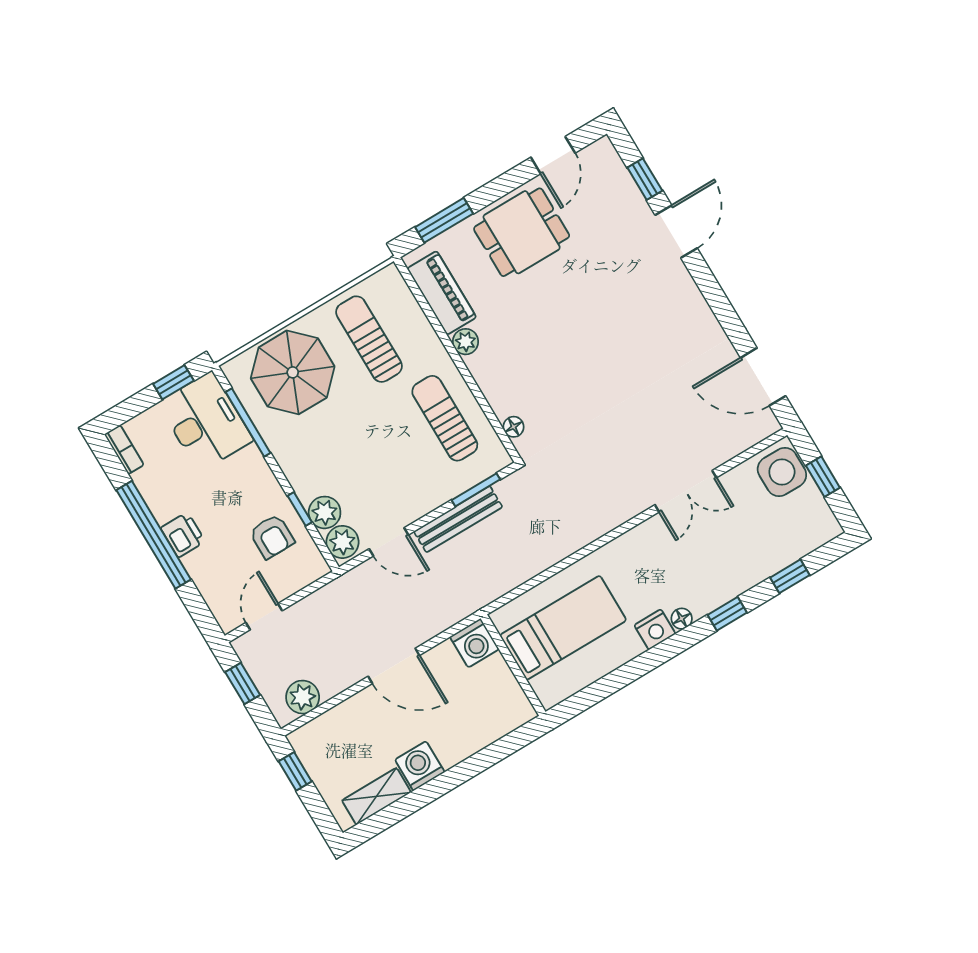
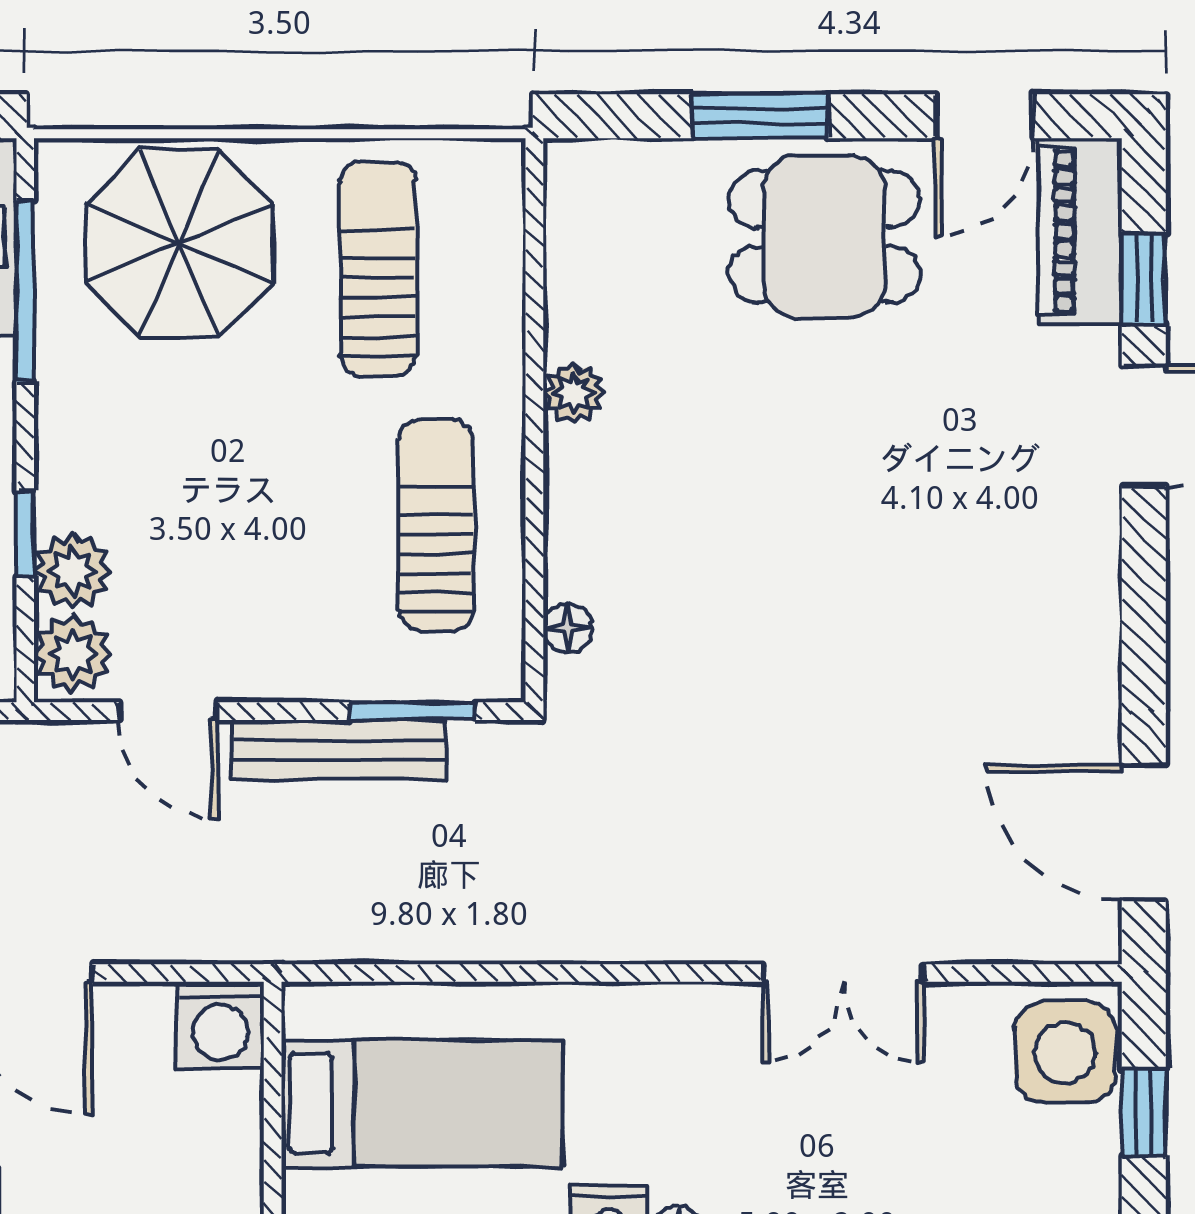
window: (444, 220) -> (760, 116), moved
piano: (442, 293) -> (1080, 231), moved, turned 180

